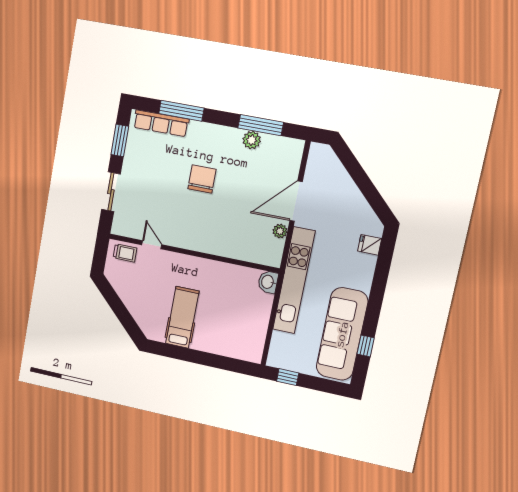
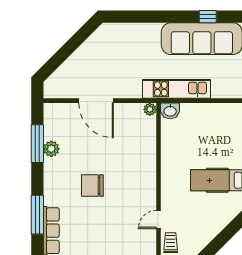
plant: (280, 231) -> (150, 109), moved
fridge: (370, 245) -> (121, 31), removed
kitchen unit: (294, 280) -> (176, 89), width x0.73

